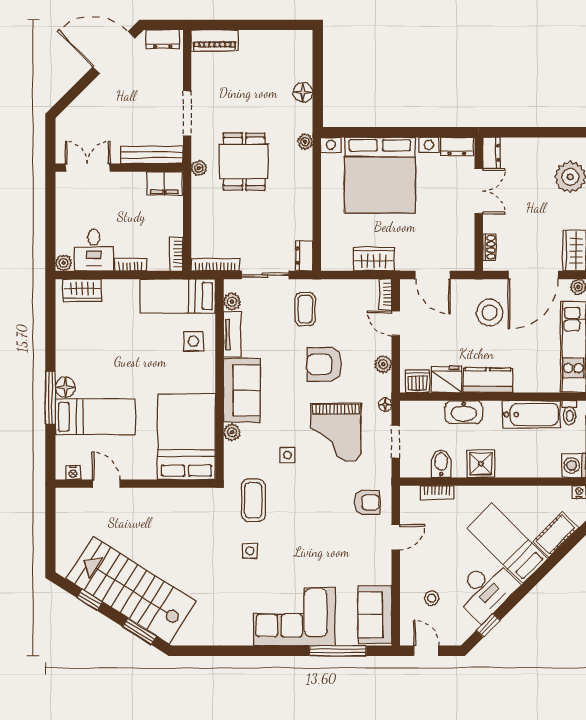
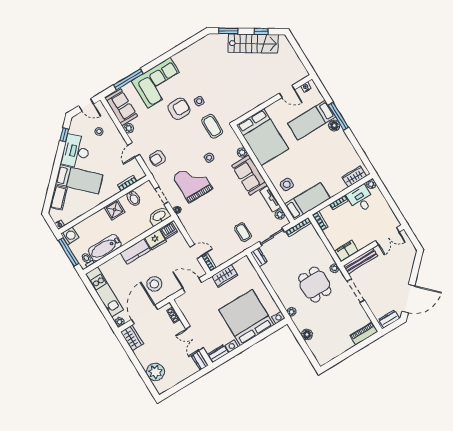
armchair: (324, 364) -> (179, 109), moved
plant: (383, 364) -> (129, 128), moved
washbasin: (464, 412) -> (159, 216), moved
stairs: (131, 590) -> (253, 43), width x0.73, depth x0.66

